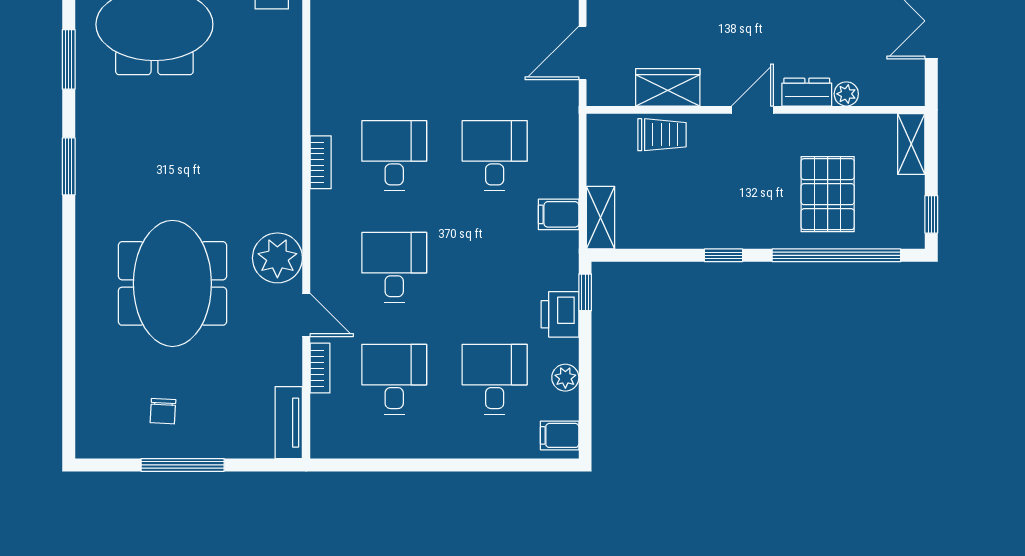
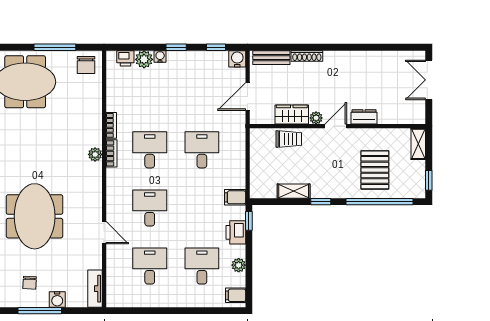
plant: (846, 94) -> (316, 118), moved
filing cabinet: (559, 214) -> (235, 197), moved
shelving: (600, 218) -> (294, 191), moved, turned 90
plant: (277, 258) -> (95, 154), moved, width x0.53, depth x0.53
bookcase: (320, 368) -> (111, 125), moved
water cooler: (216, 444) -> (57, 299), added

